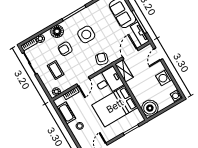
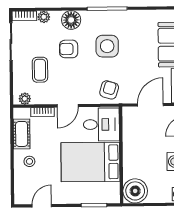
shelving: (124, 71) -> (129, 122), removed

